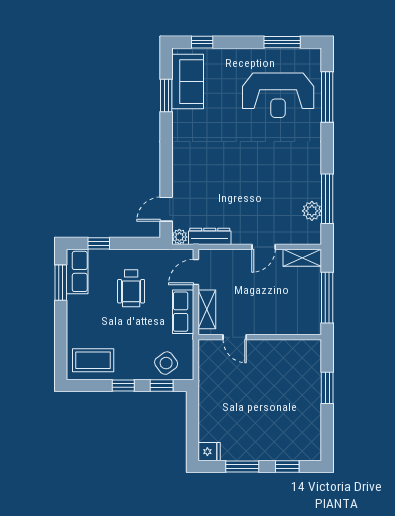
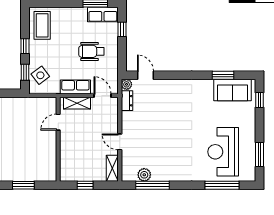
dresser: (210, 236) -> (127, 101), width x0.70
window: (327, 298) -> (85, 185), width x0.46

